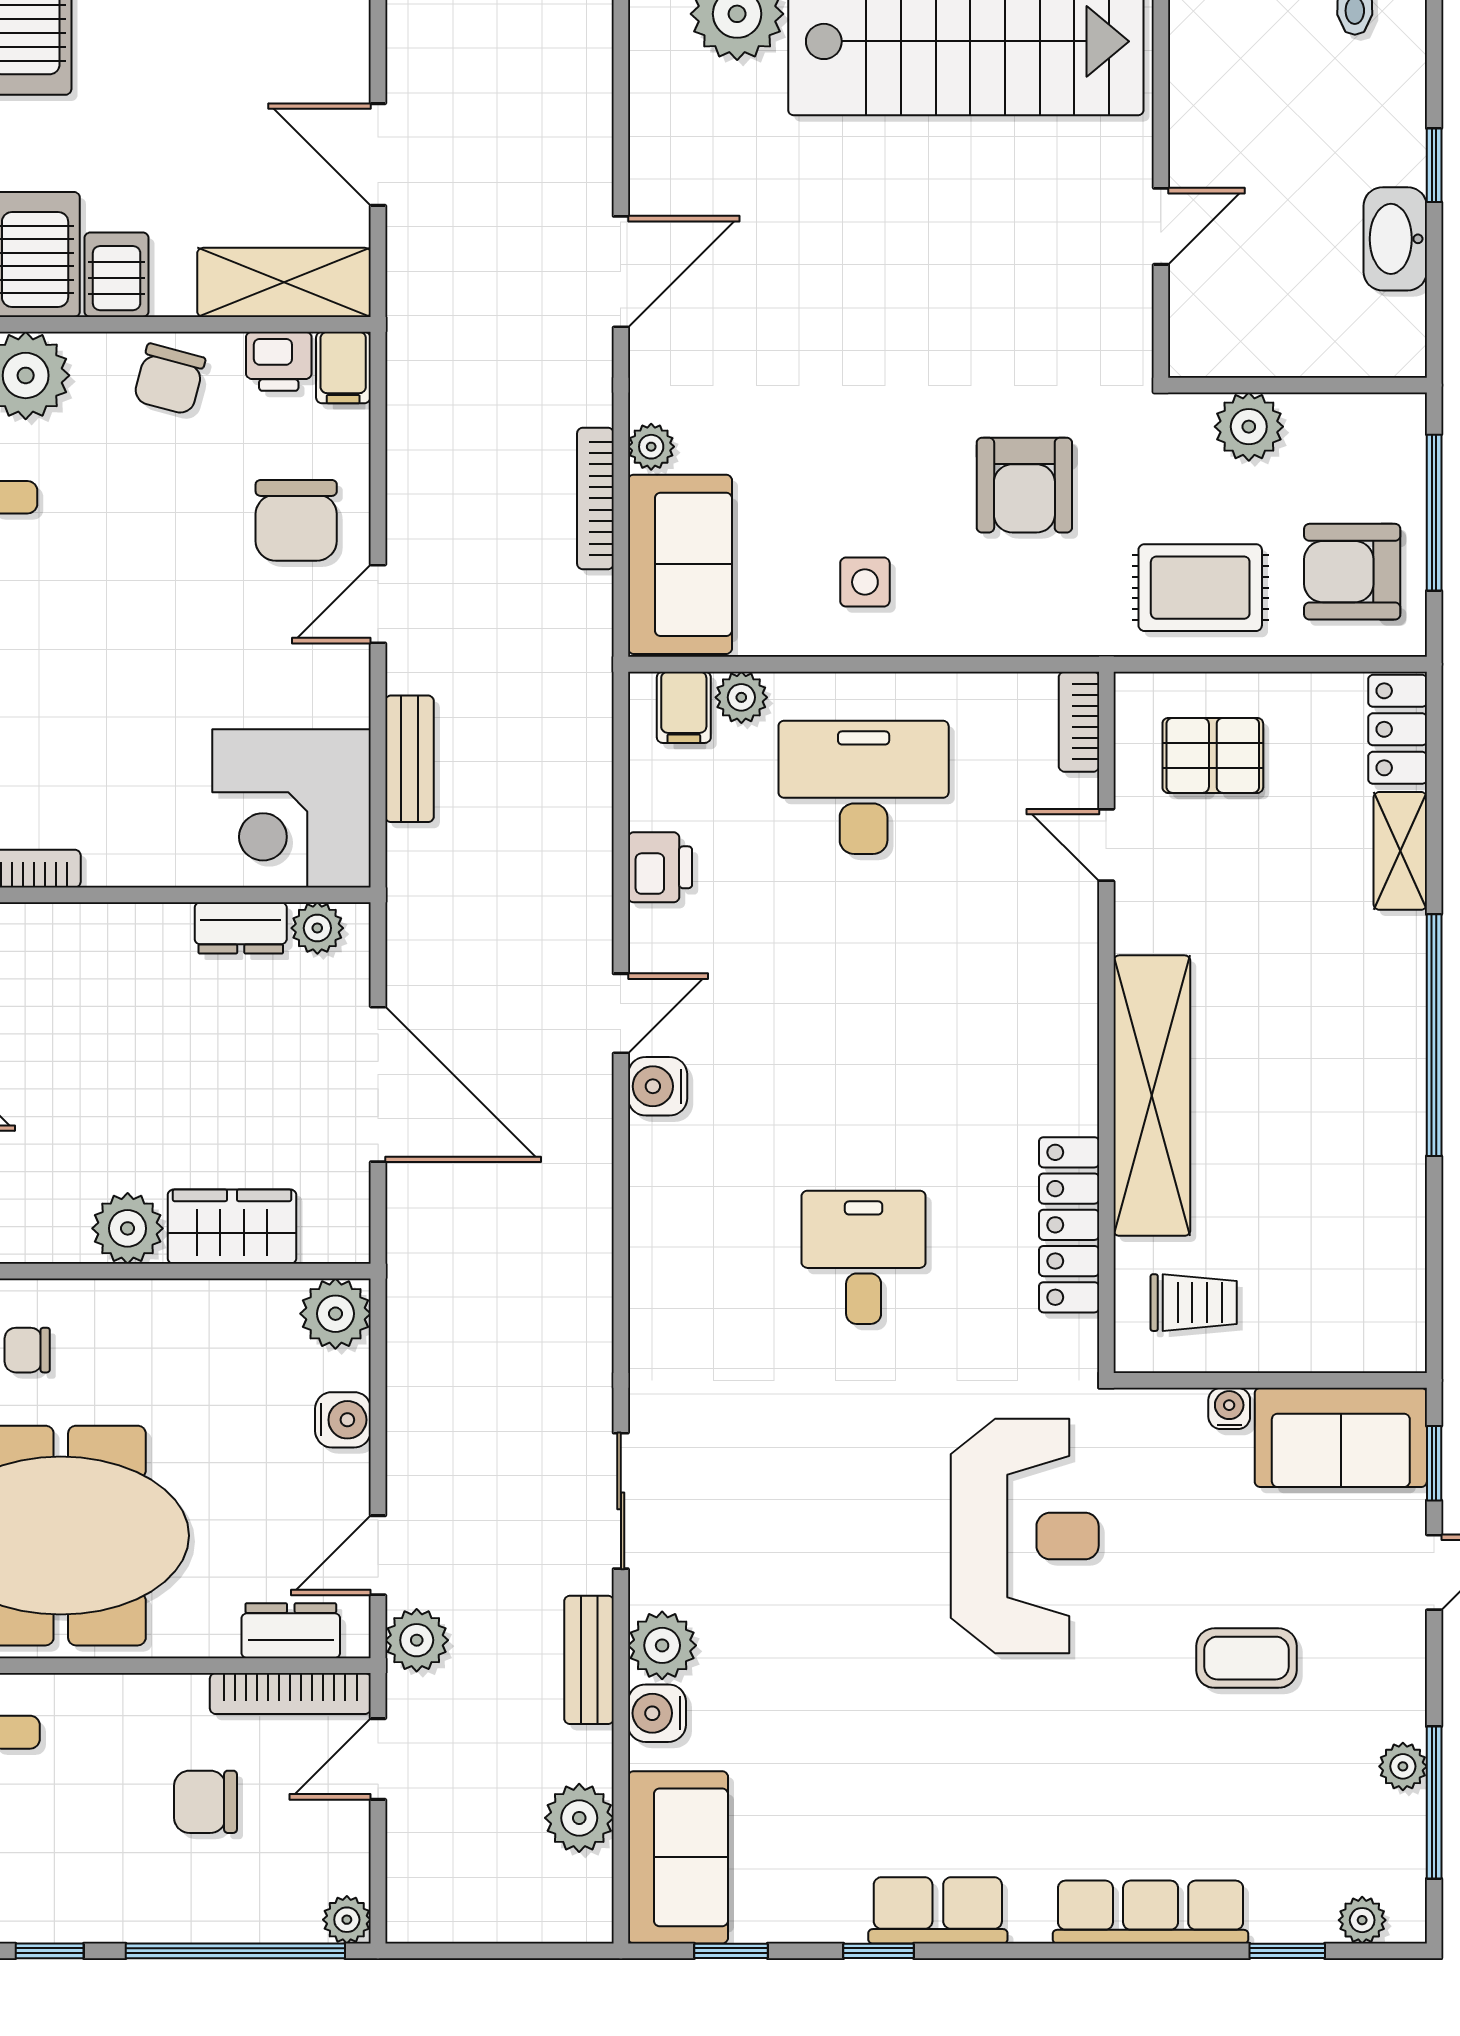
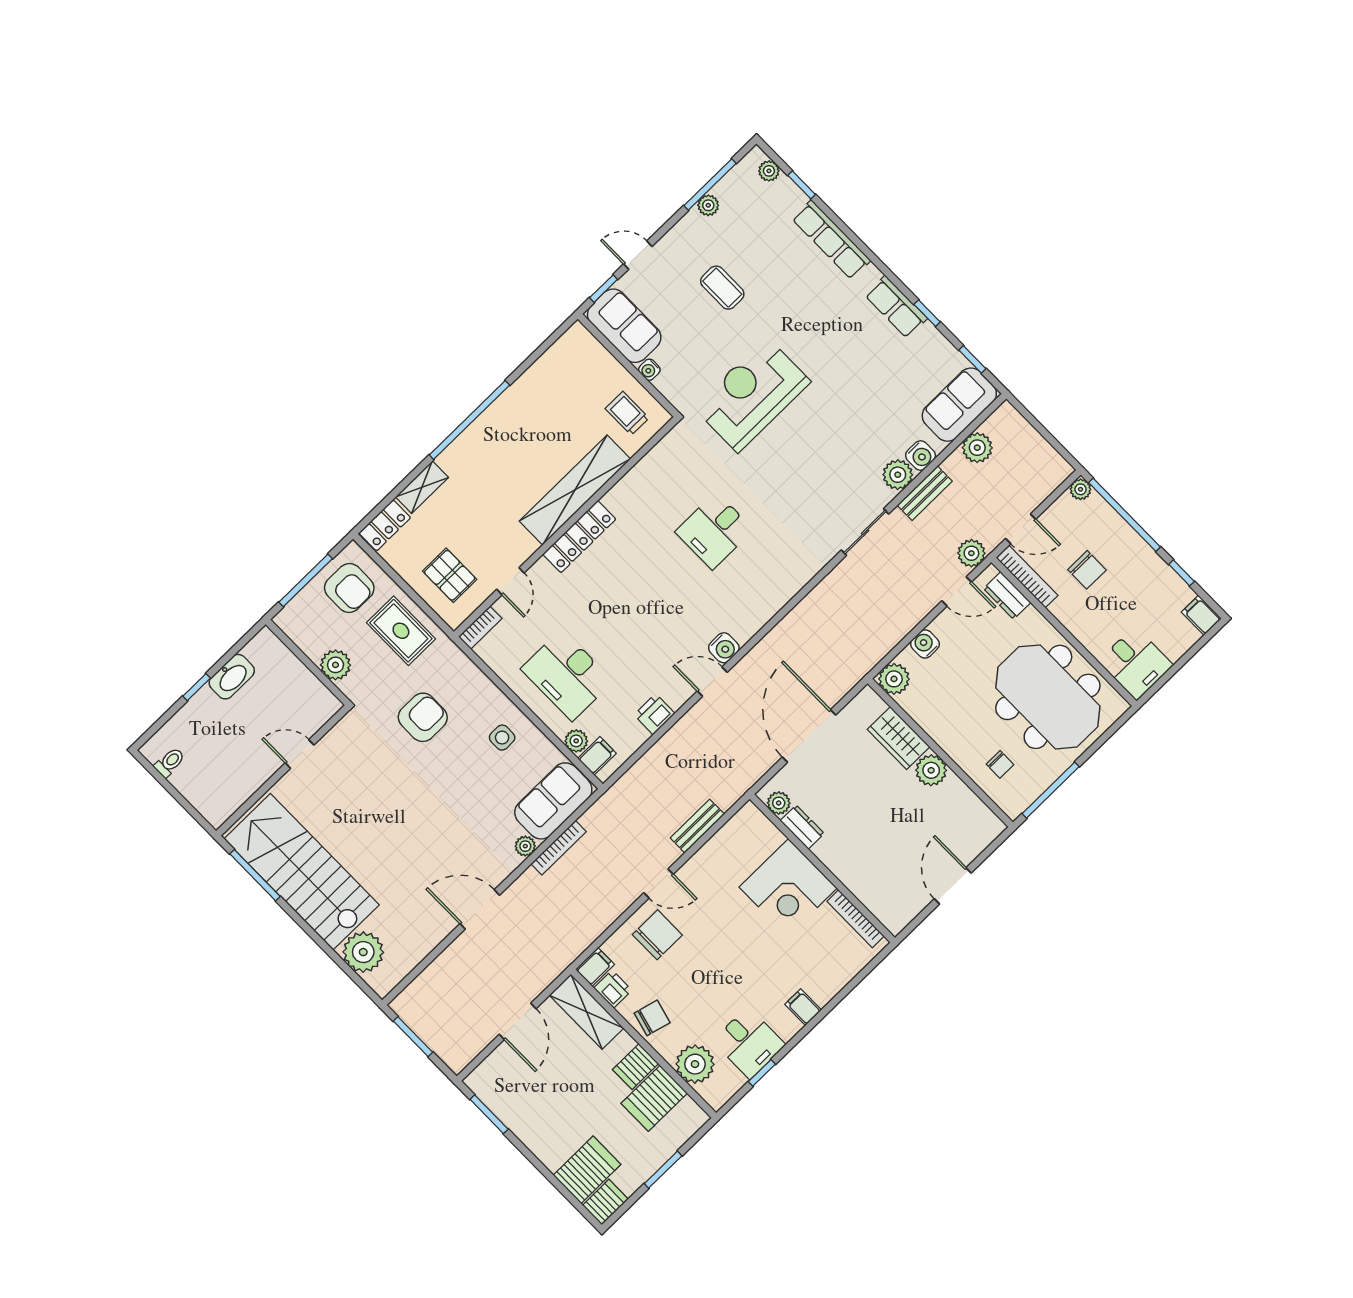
corner desk: (292, 808) -> (788, 888), moved, turned 90
locker: (1069, 1225) -> (579, 537), moved

